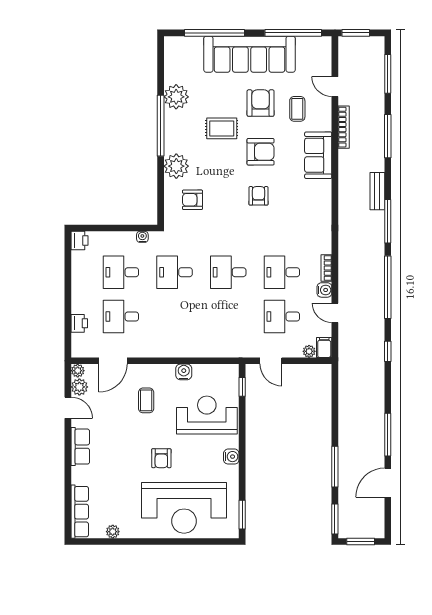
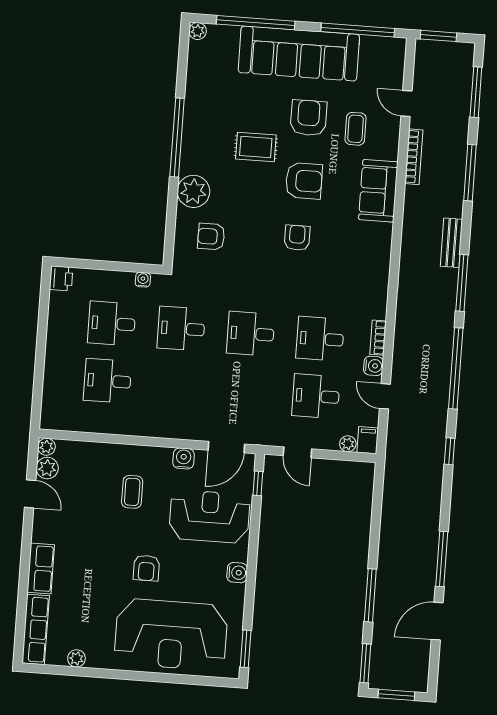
plant: (176, 97) -> (198, 31), moved, width x0.53, depth x0.53
printer: (79, 323) -> (53, 386), removed
door: (113, 361) -> (226, 447), moved
row of seats: (80, 447) -> (41, 568), moved

